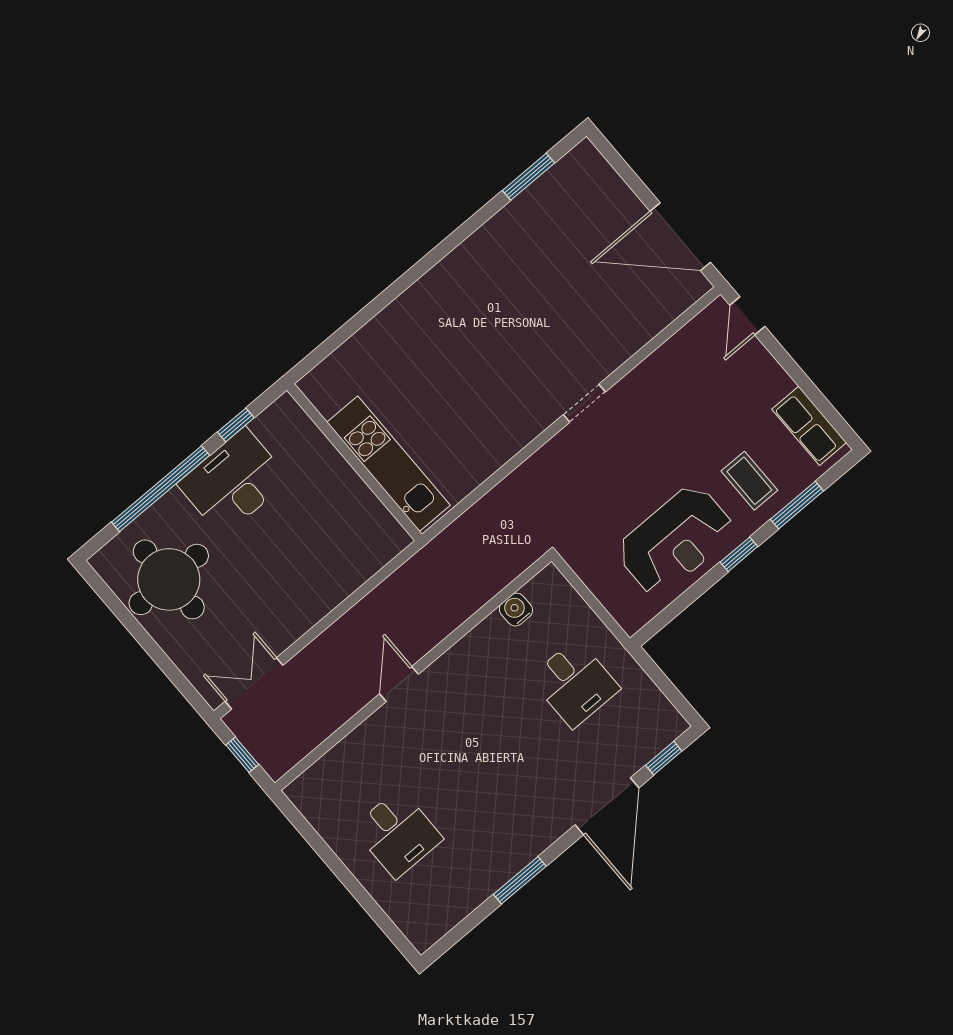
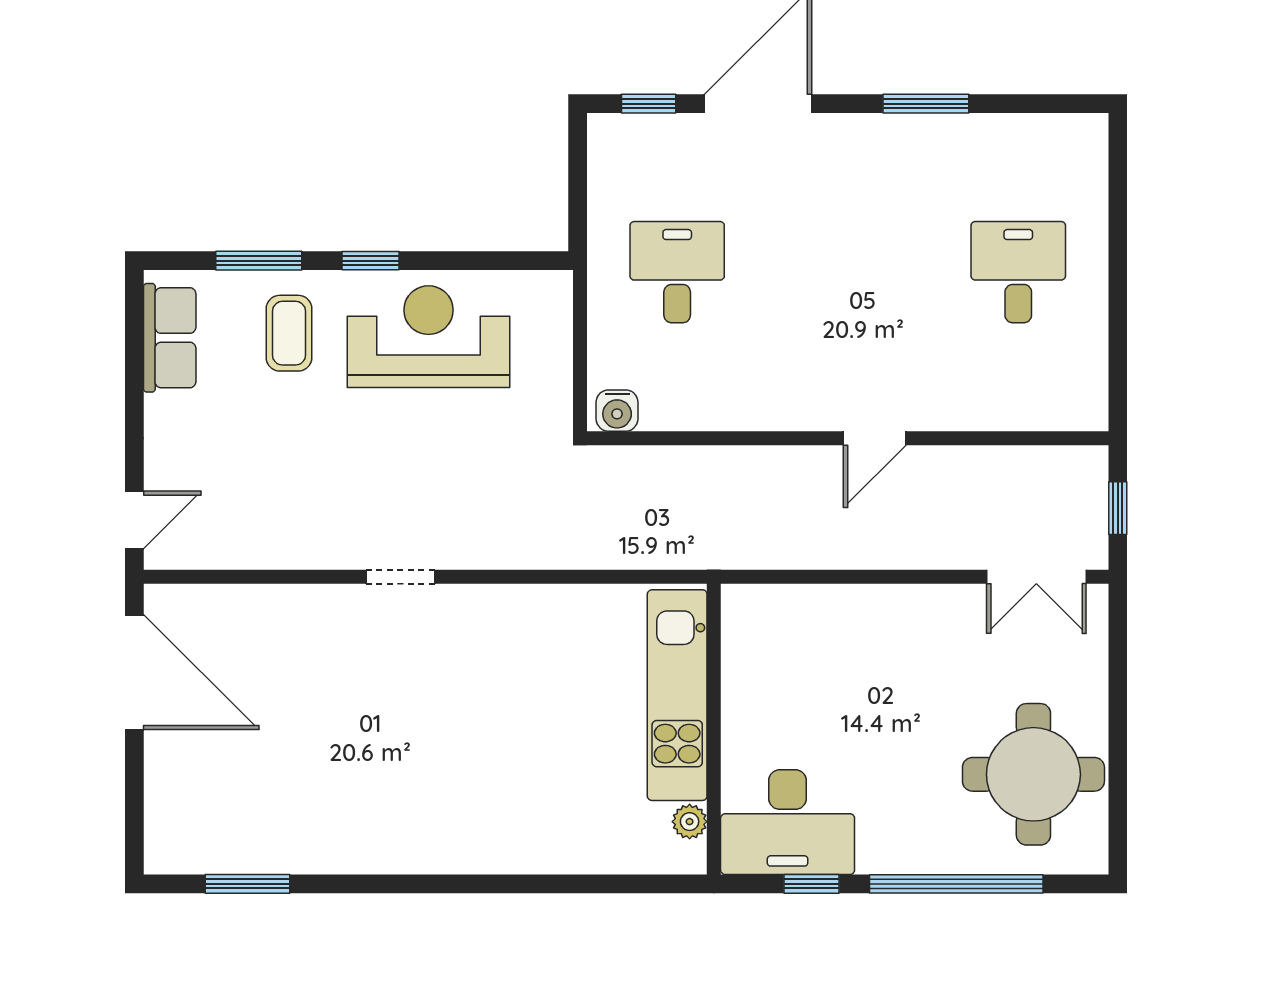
plant: (326, 404) -> (690, 822), added
desk: (234, 482) -> (788, 822), moved
water cooler: (516, 610) -> (617, 411), moved

